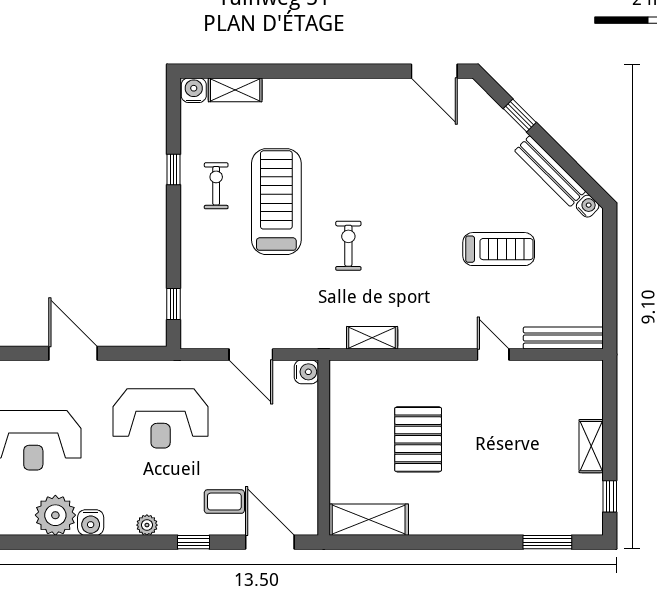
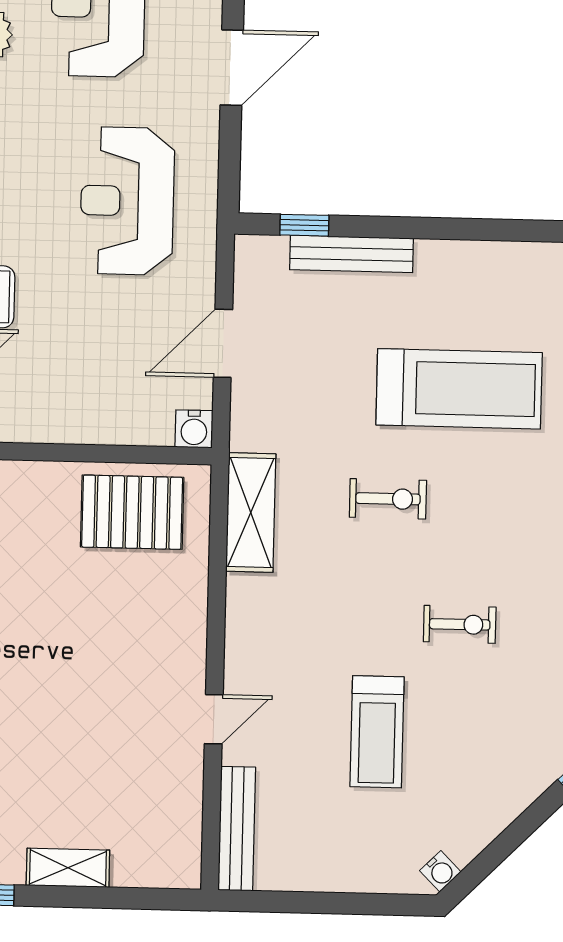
window: (173, 169) -> (513, 230), removed
bench: (550, 171) -> (352, 254), moved, turned 45
exercise bike: (216, 186) -> (460, 624), moved
shelving: (372, 338) -> (251, 512), width x1.50, depth x1.33
pallet: (418, 439) -> (132, 512), moved

